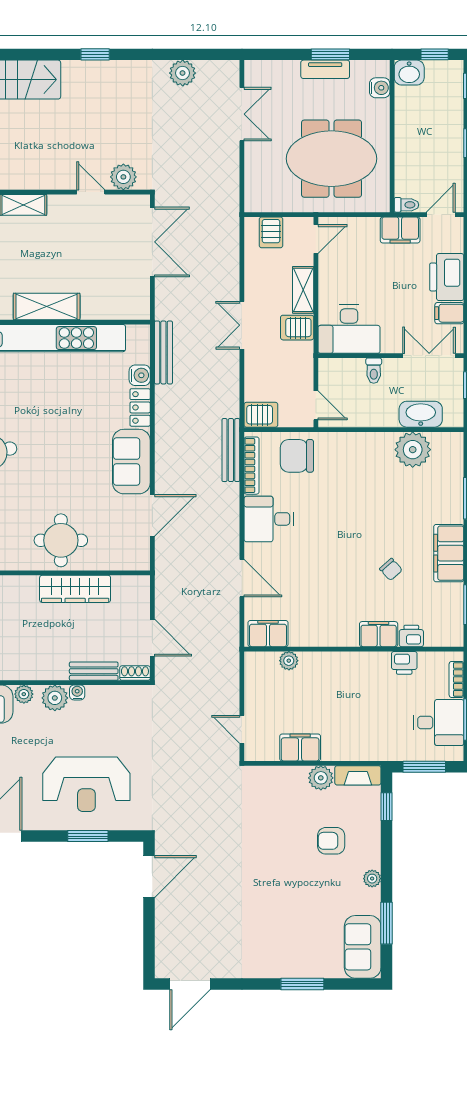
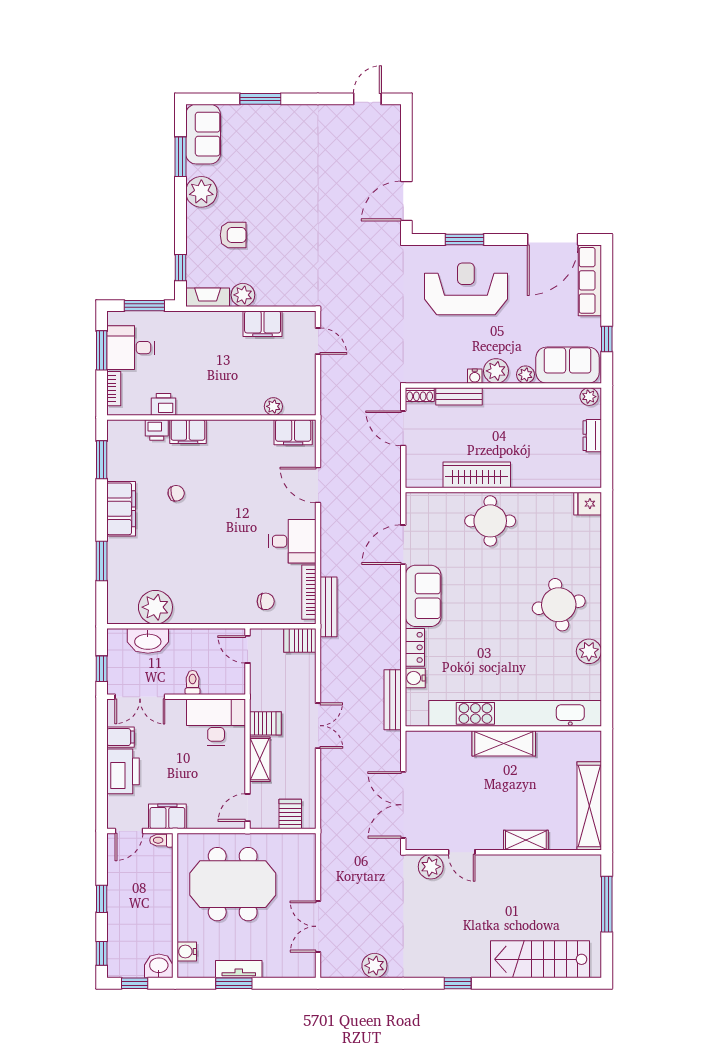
chair: (297, 456) -> (266, 601), width x0.54, depth x0.54
chair: (391, 569) -> (176, 493), turned 118
plant: (372, 879) -> (201, 192), width x1.88, depth x1.88
door: (190, 984) -> (367, 99), width x0.73

